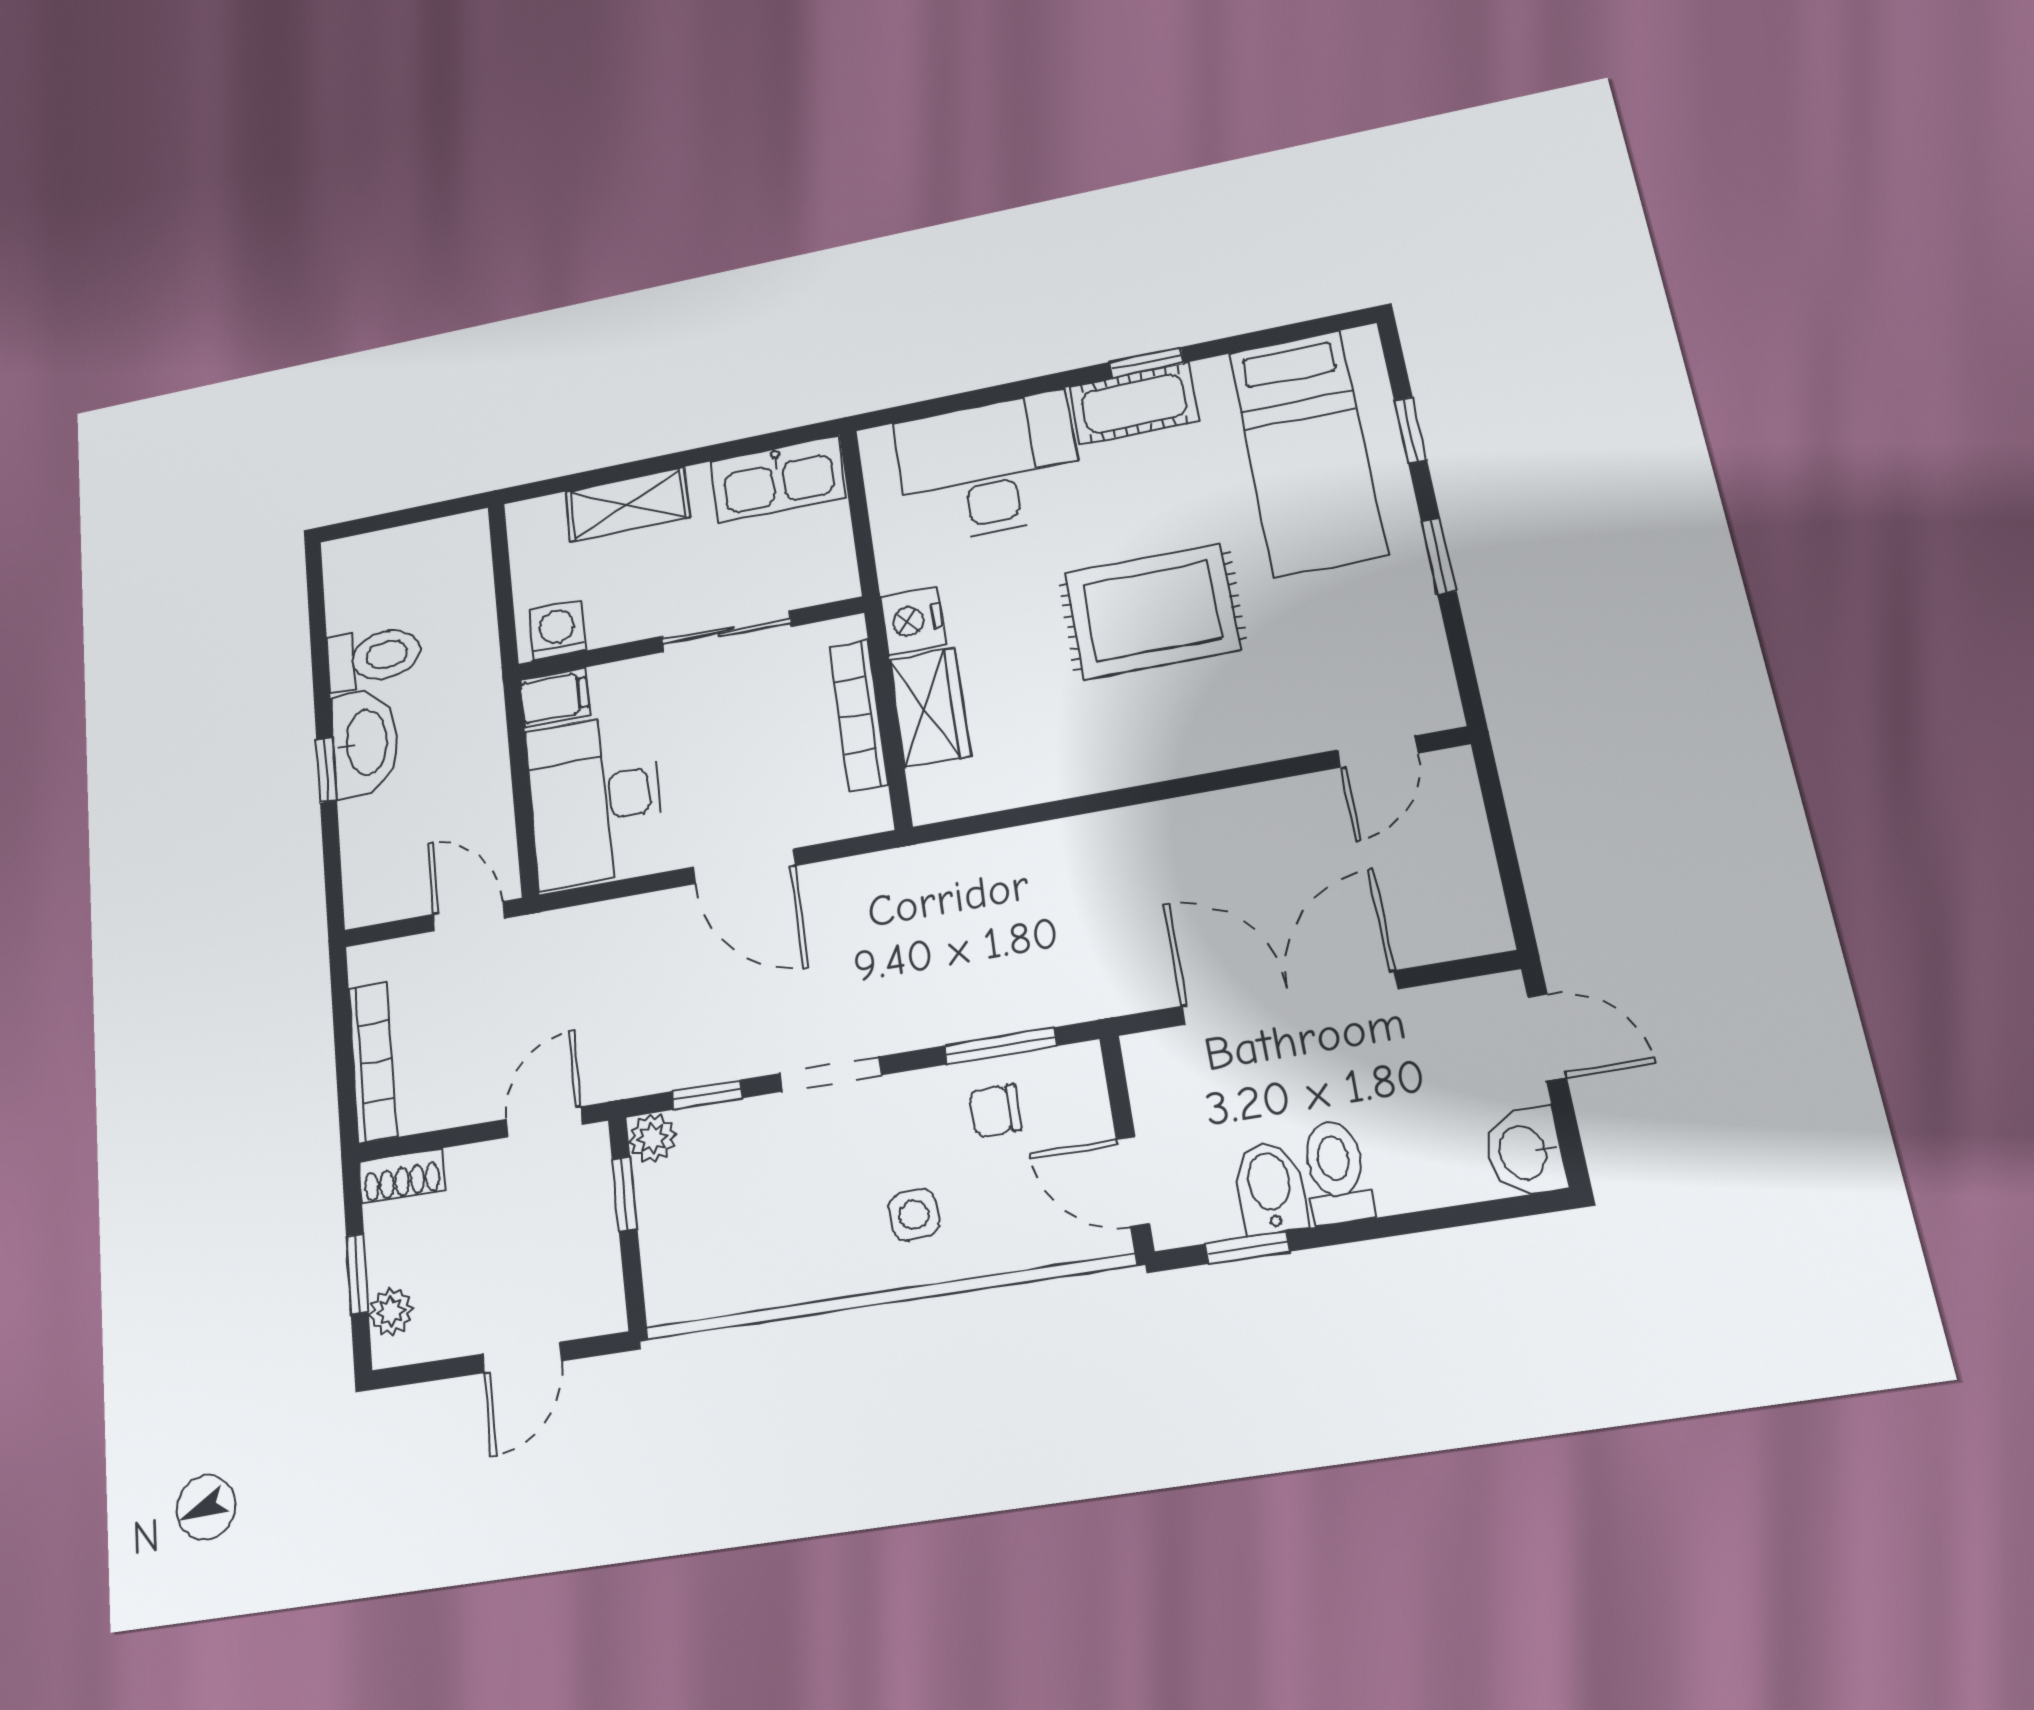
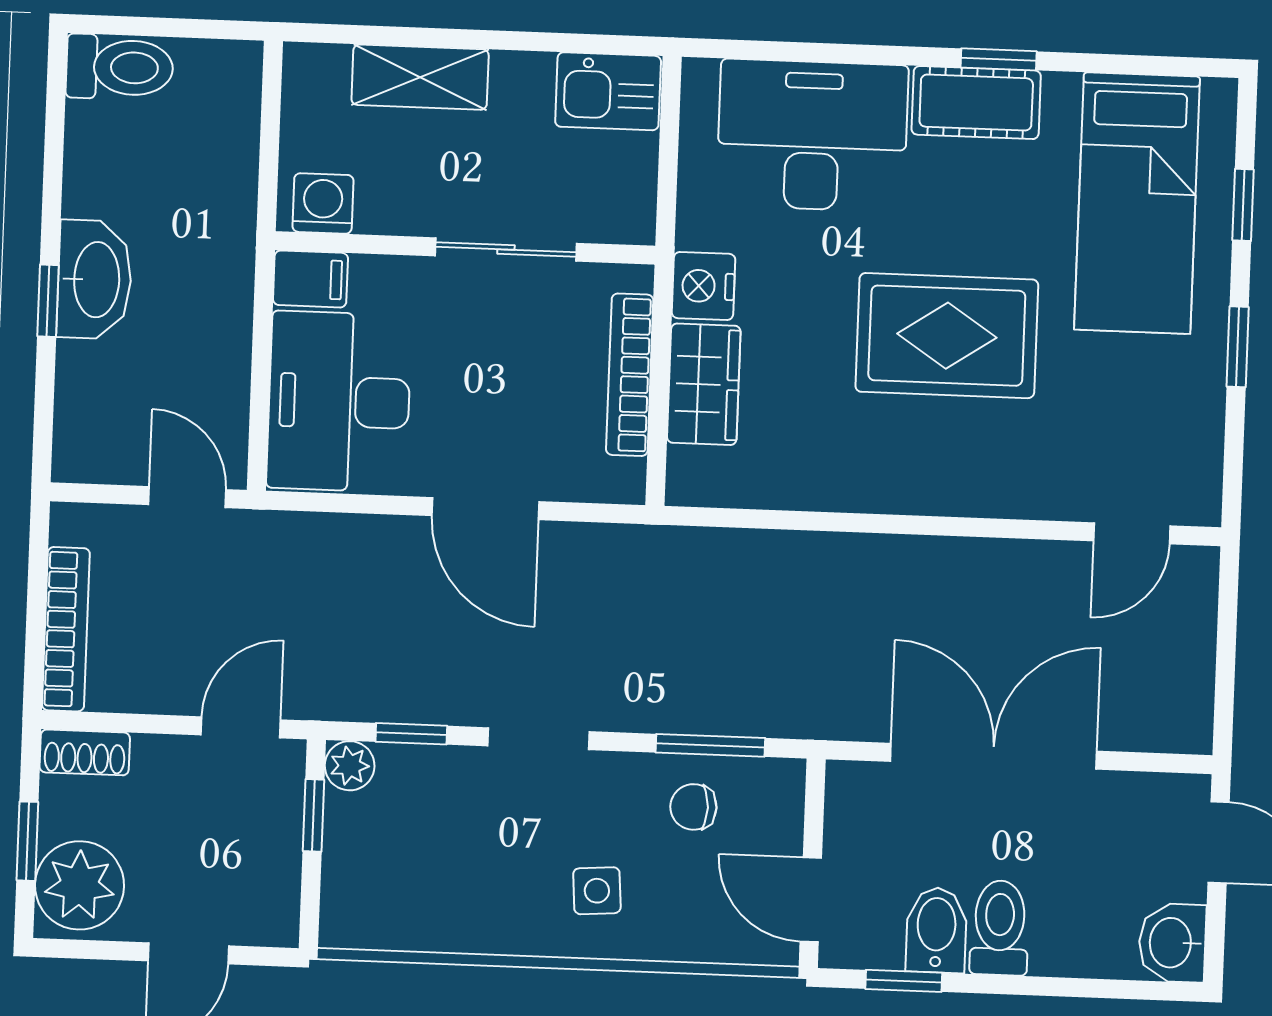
kitchen sink: (778, 479) -> (608, 91), width x0.73
toilet: (374, 657) -> (120, 67), moved
plant: (391, 1312) -> (80, 885), width x1.88, depth x1.88

